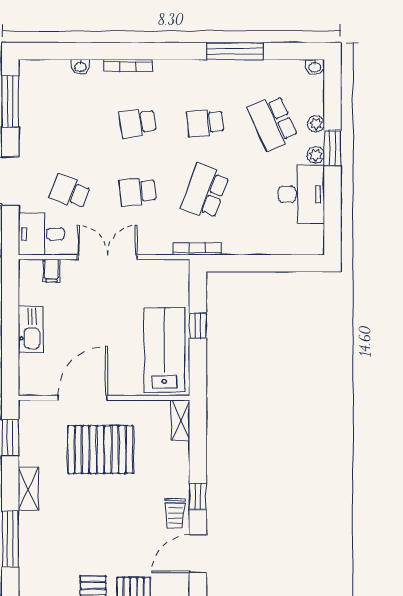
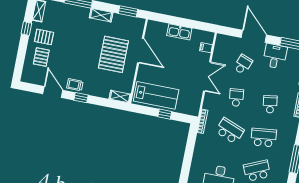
school desk: (205, 123) -> (264, 138), width x1.85
desk: (41, 234) -> (275, 56), moved

